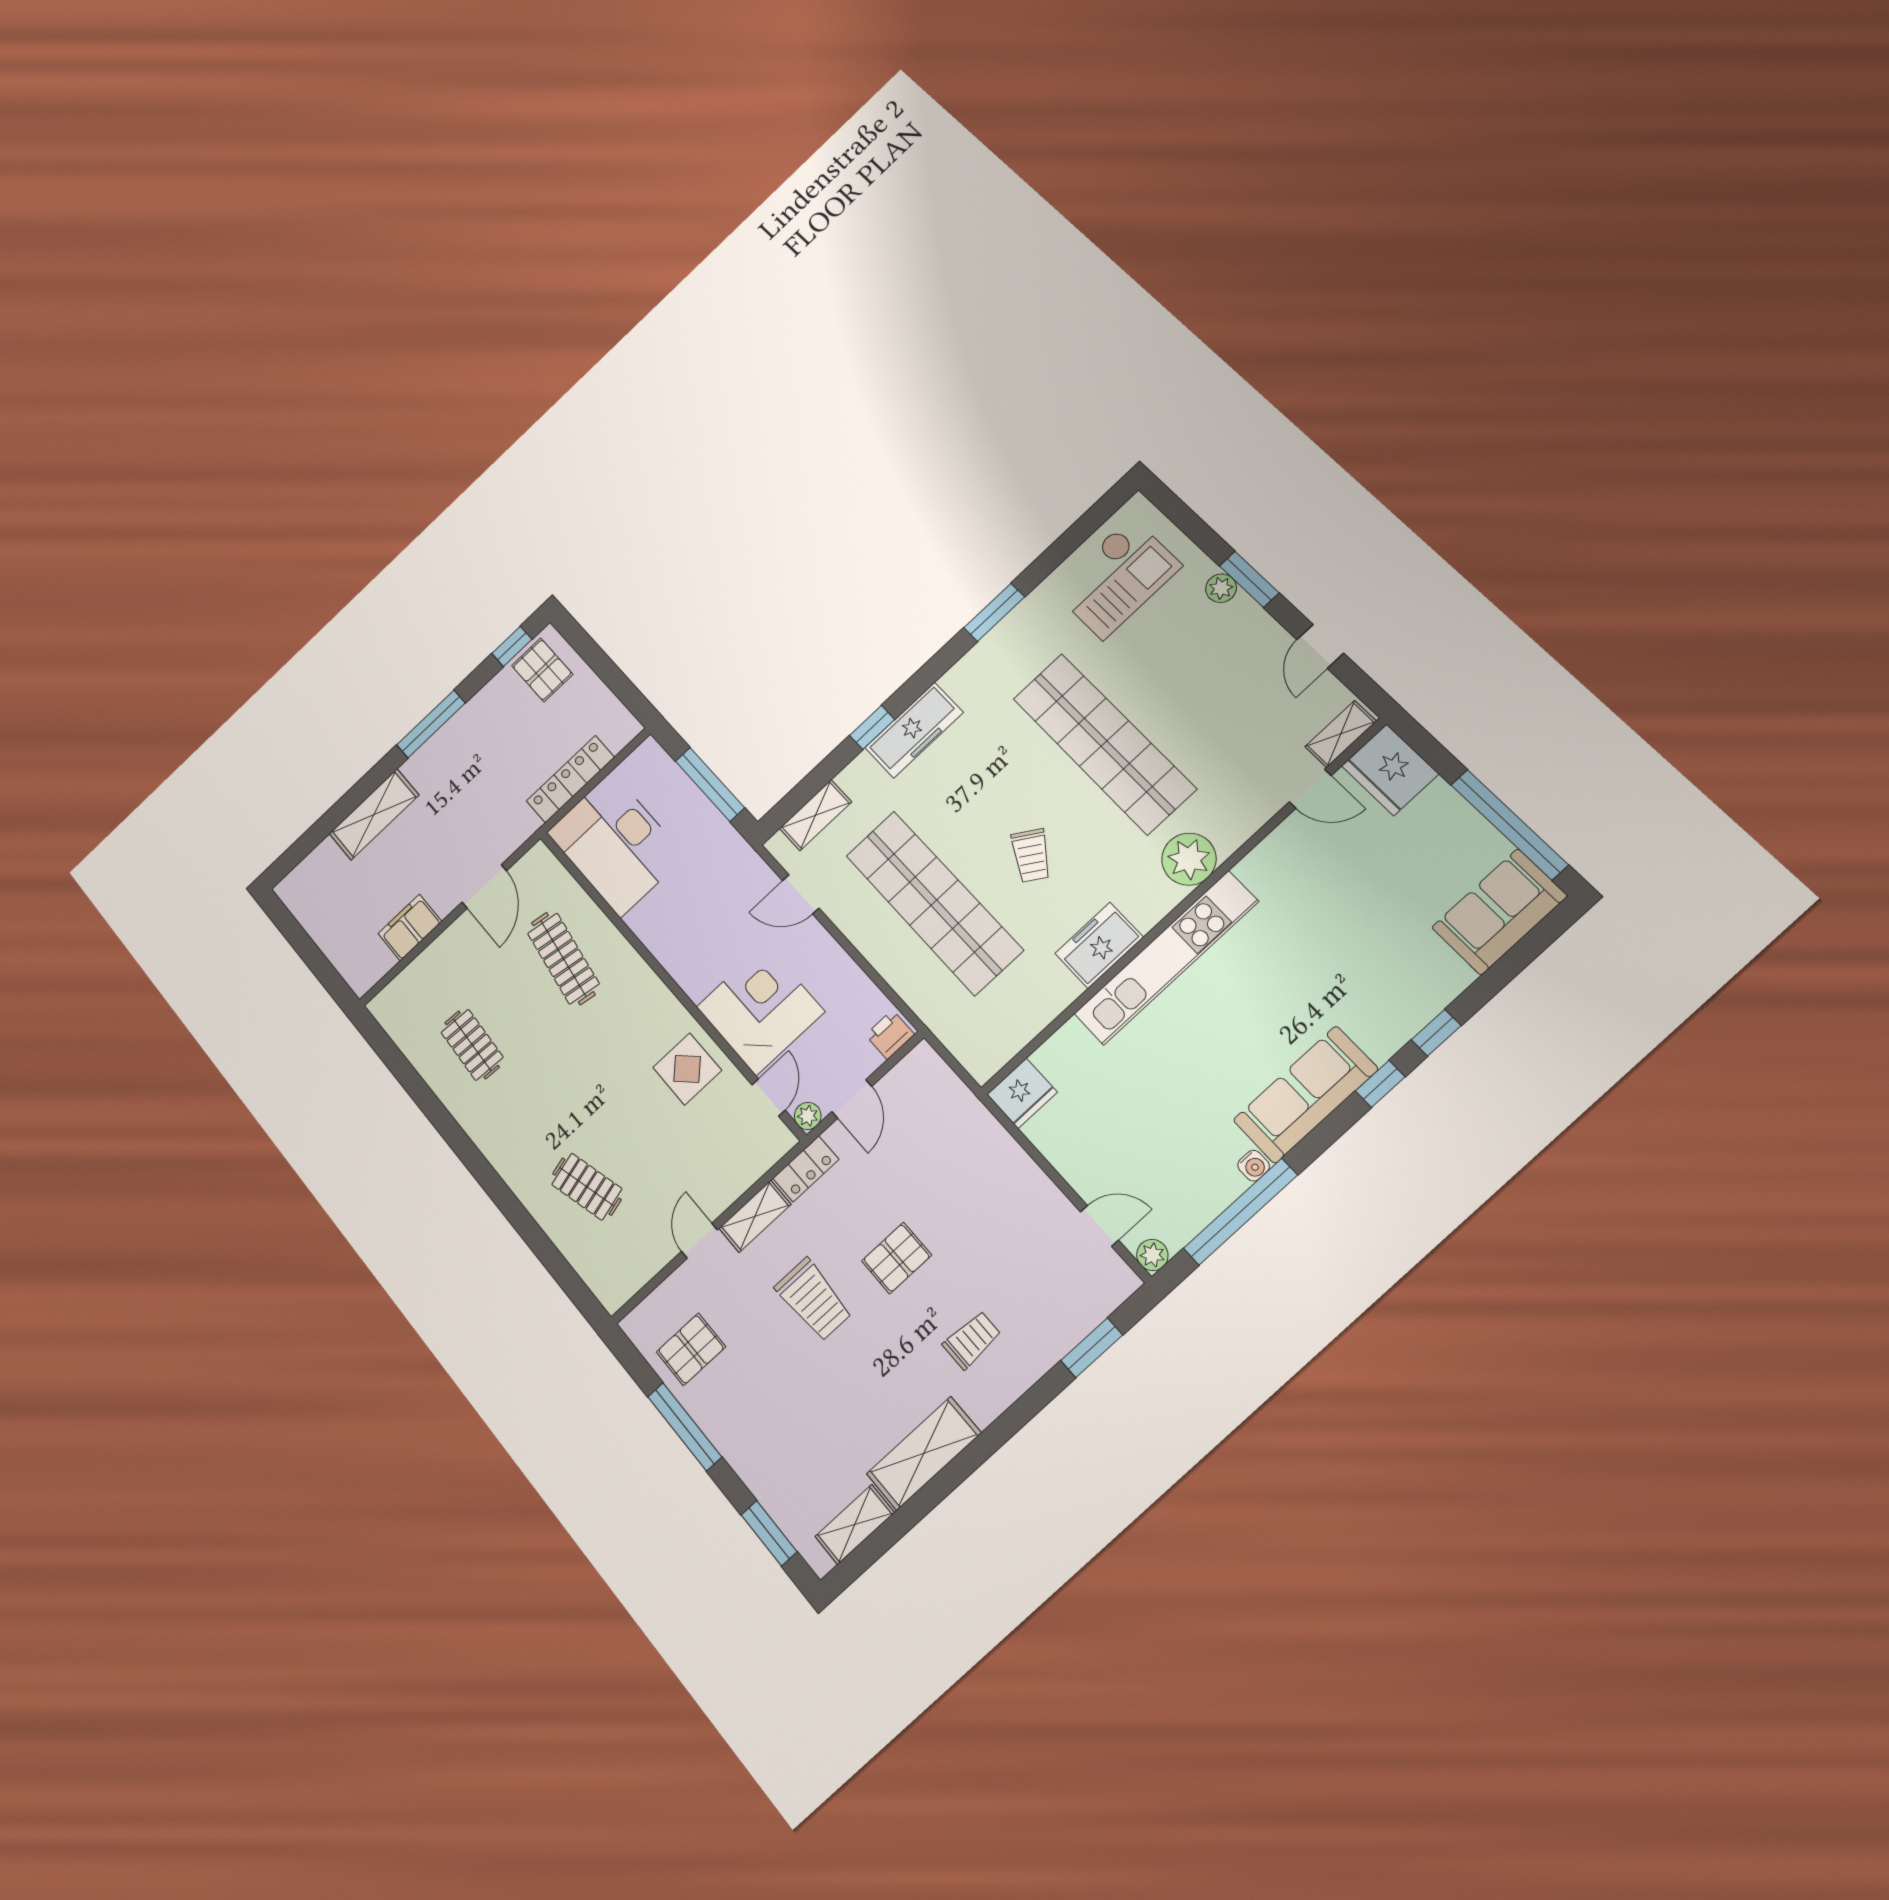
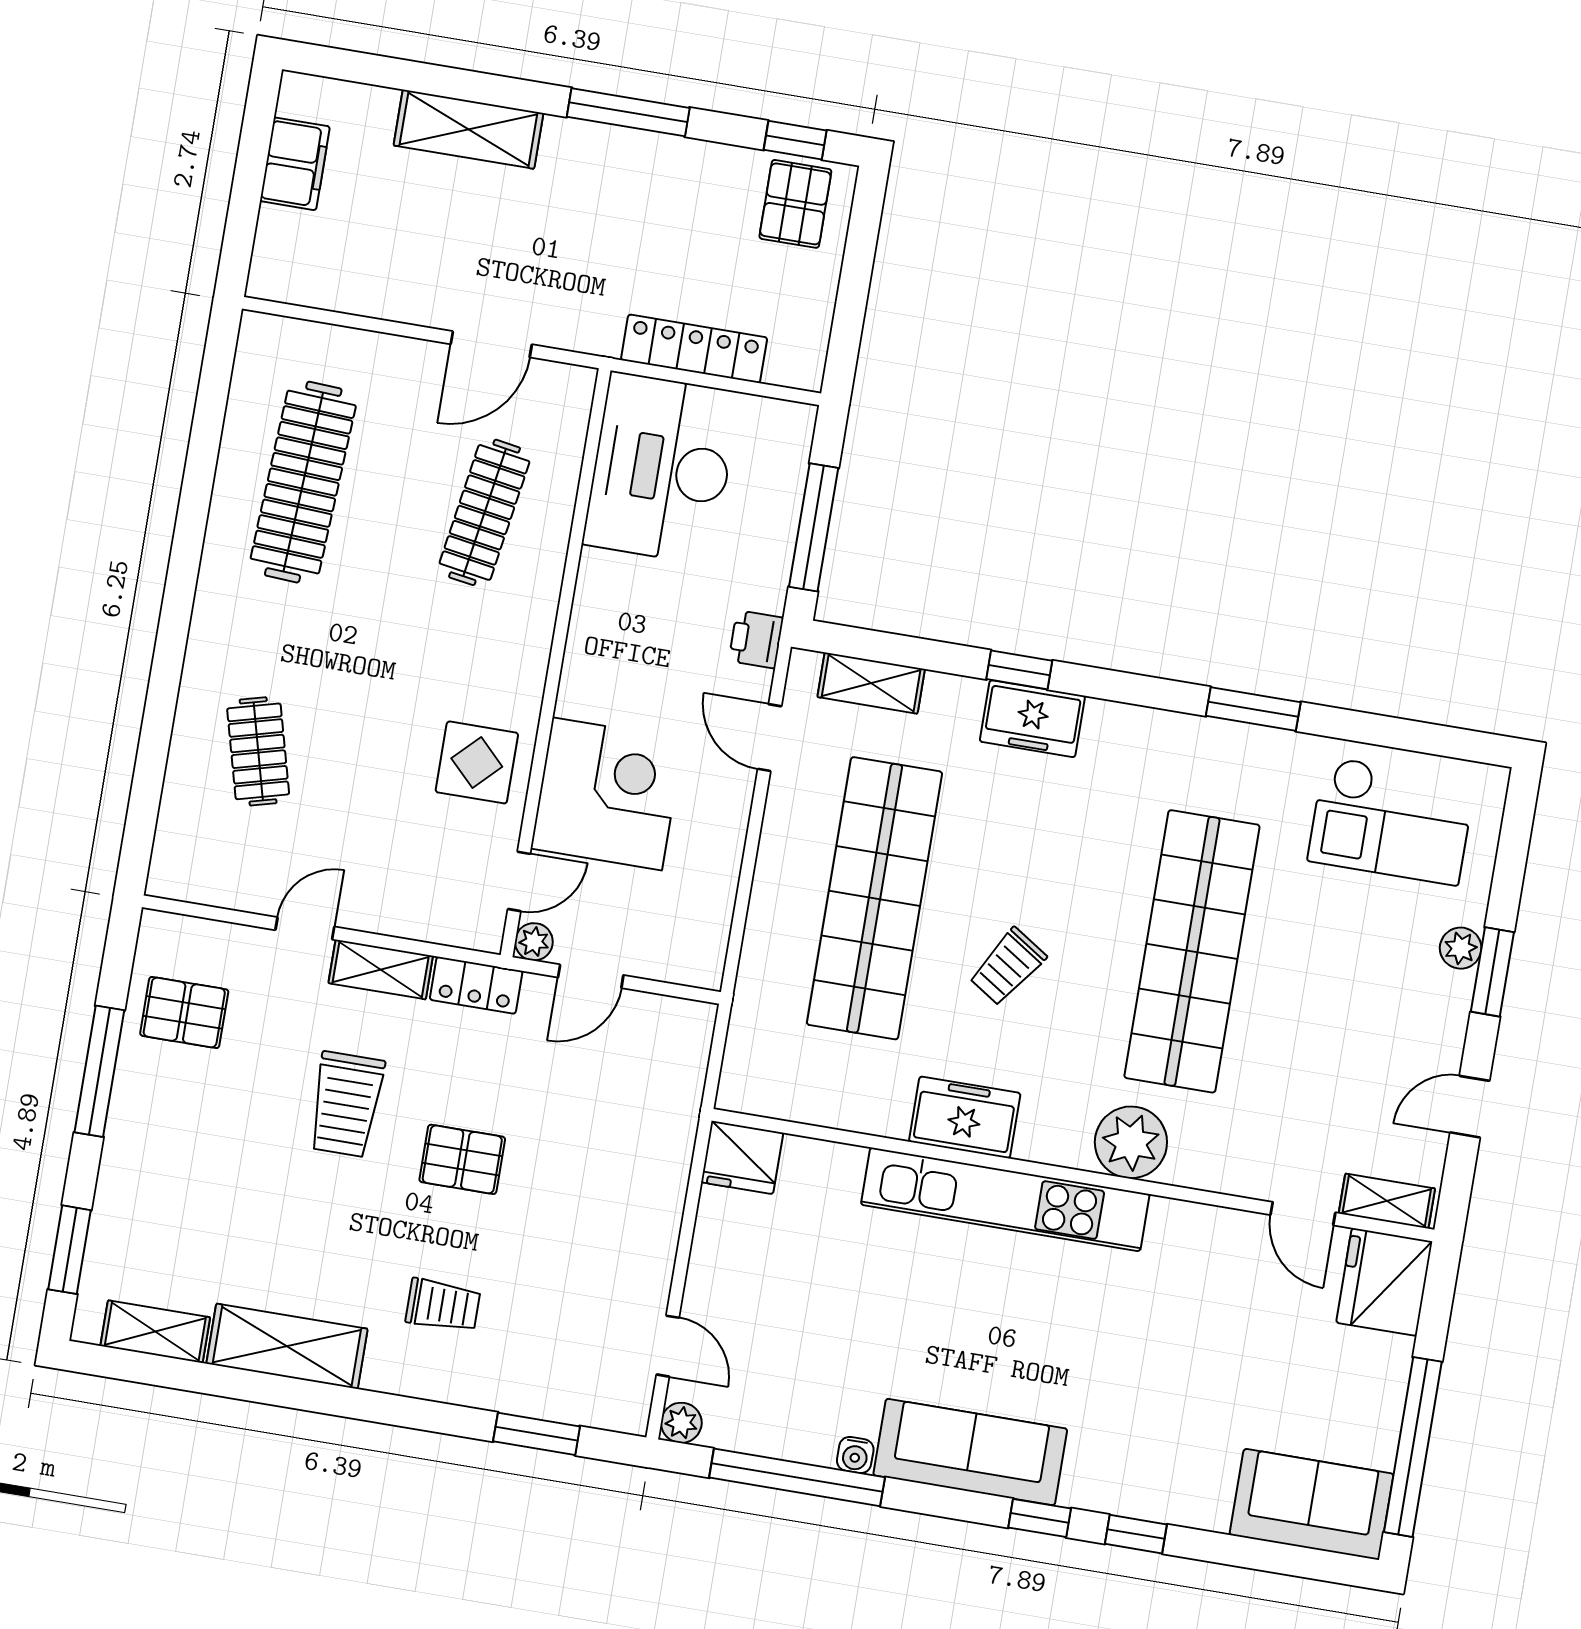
freezer: (914, 730) -> (1032, 719), width x0.71
filing cabinet: (410, 928) -> (295, 164), moved, turned 90
printer: (890, 1035) -> (756, 639), moved, turned -90
clothes rail: (472, 1045) -> (303, 482), width x1.86, depth x1.31

